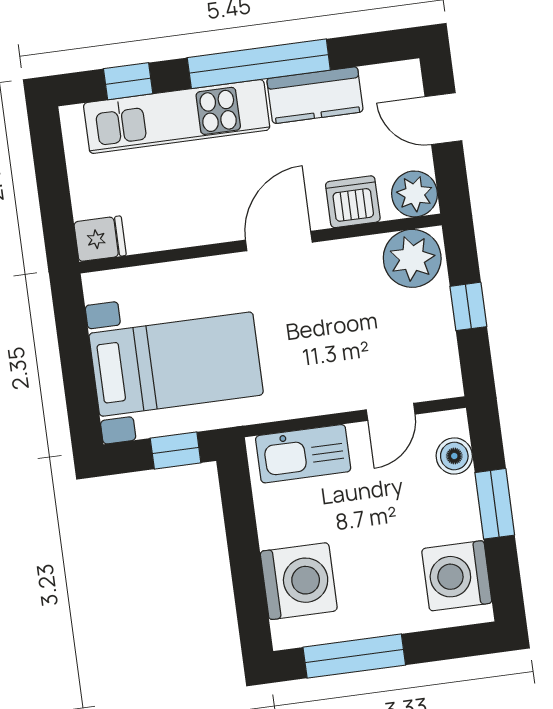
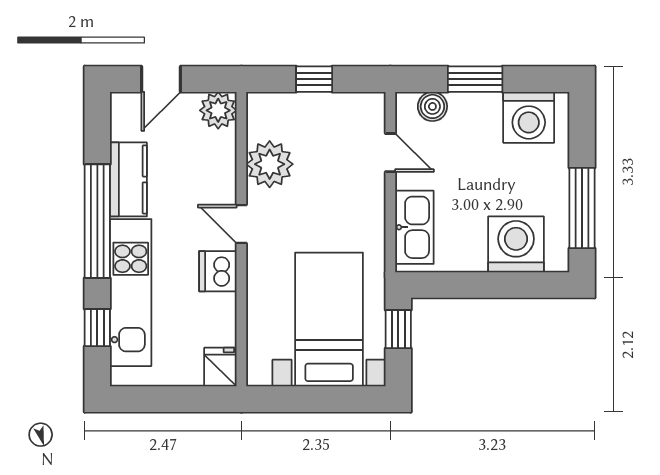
dishwasher: (353, 202) -> (218, 271), moved
door: (279, 241) -> (241, 224), width x0.73
plant: (412, 258) -> (270, 164), moved

